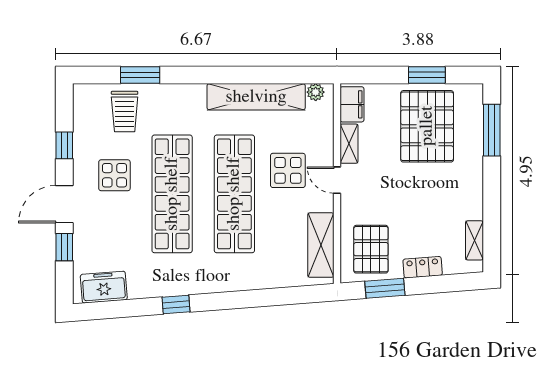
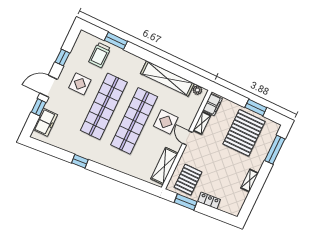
shelving: (474, 240) -> (250, 181), moved
freezer: (104, 287) -> (45, 122), moved, turned 94

